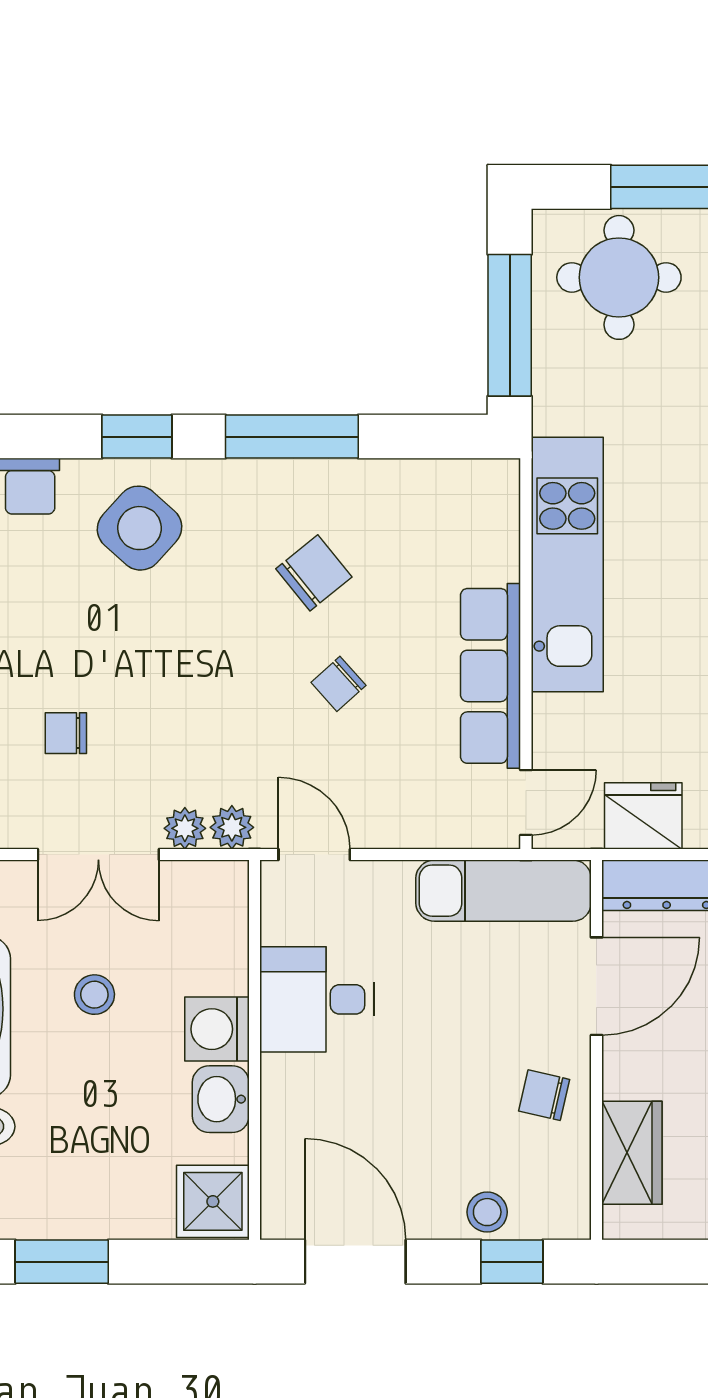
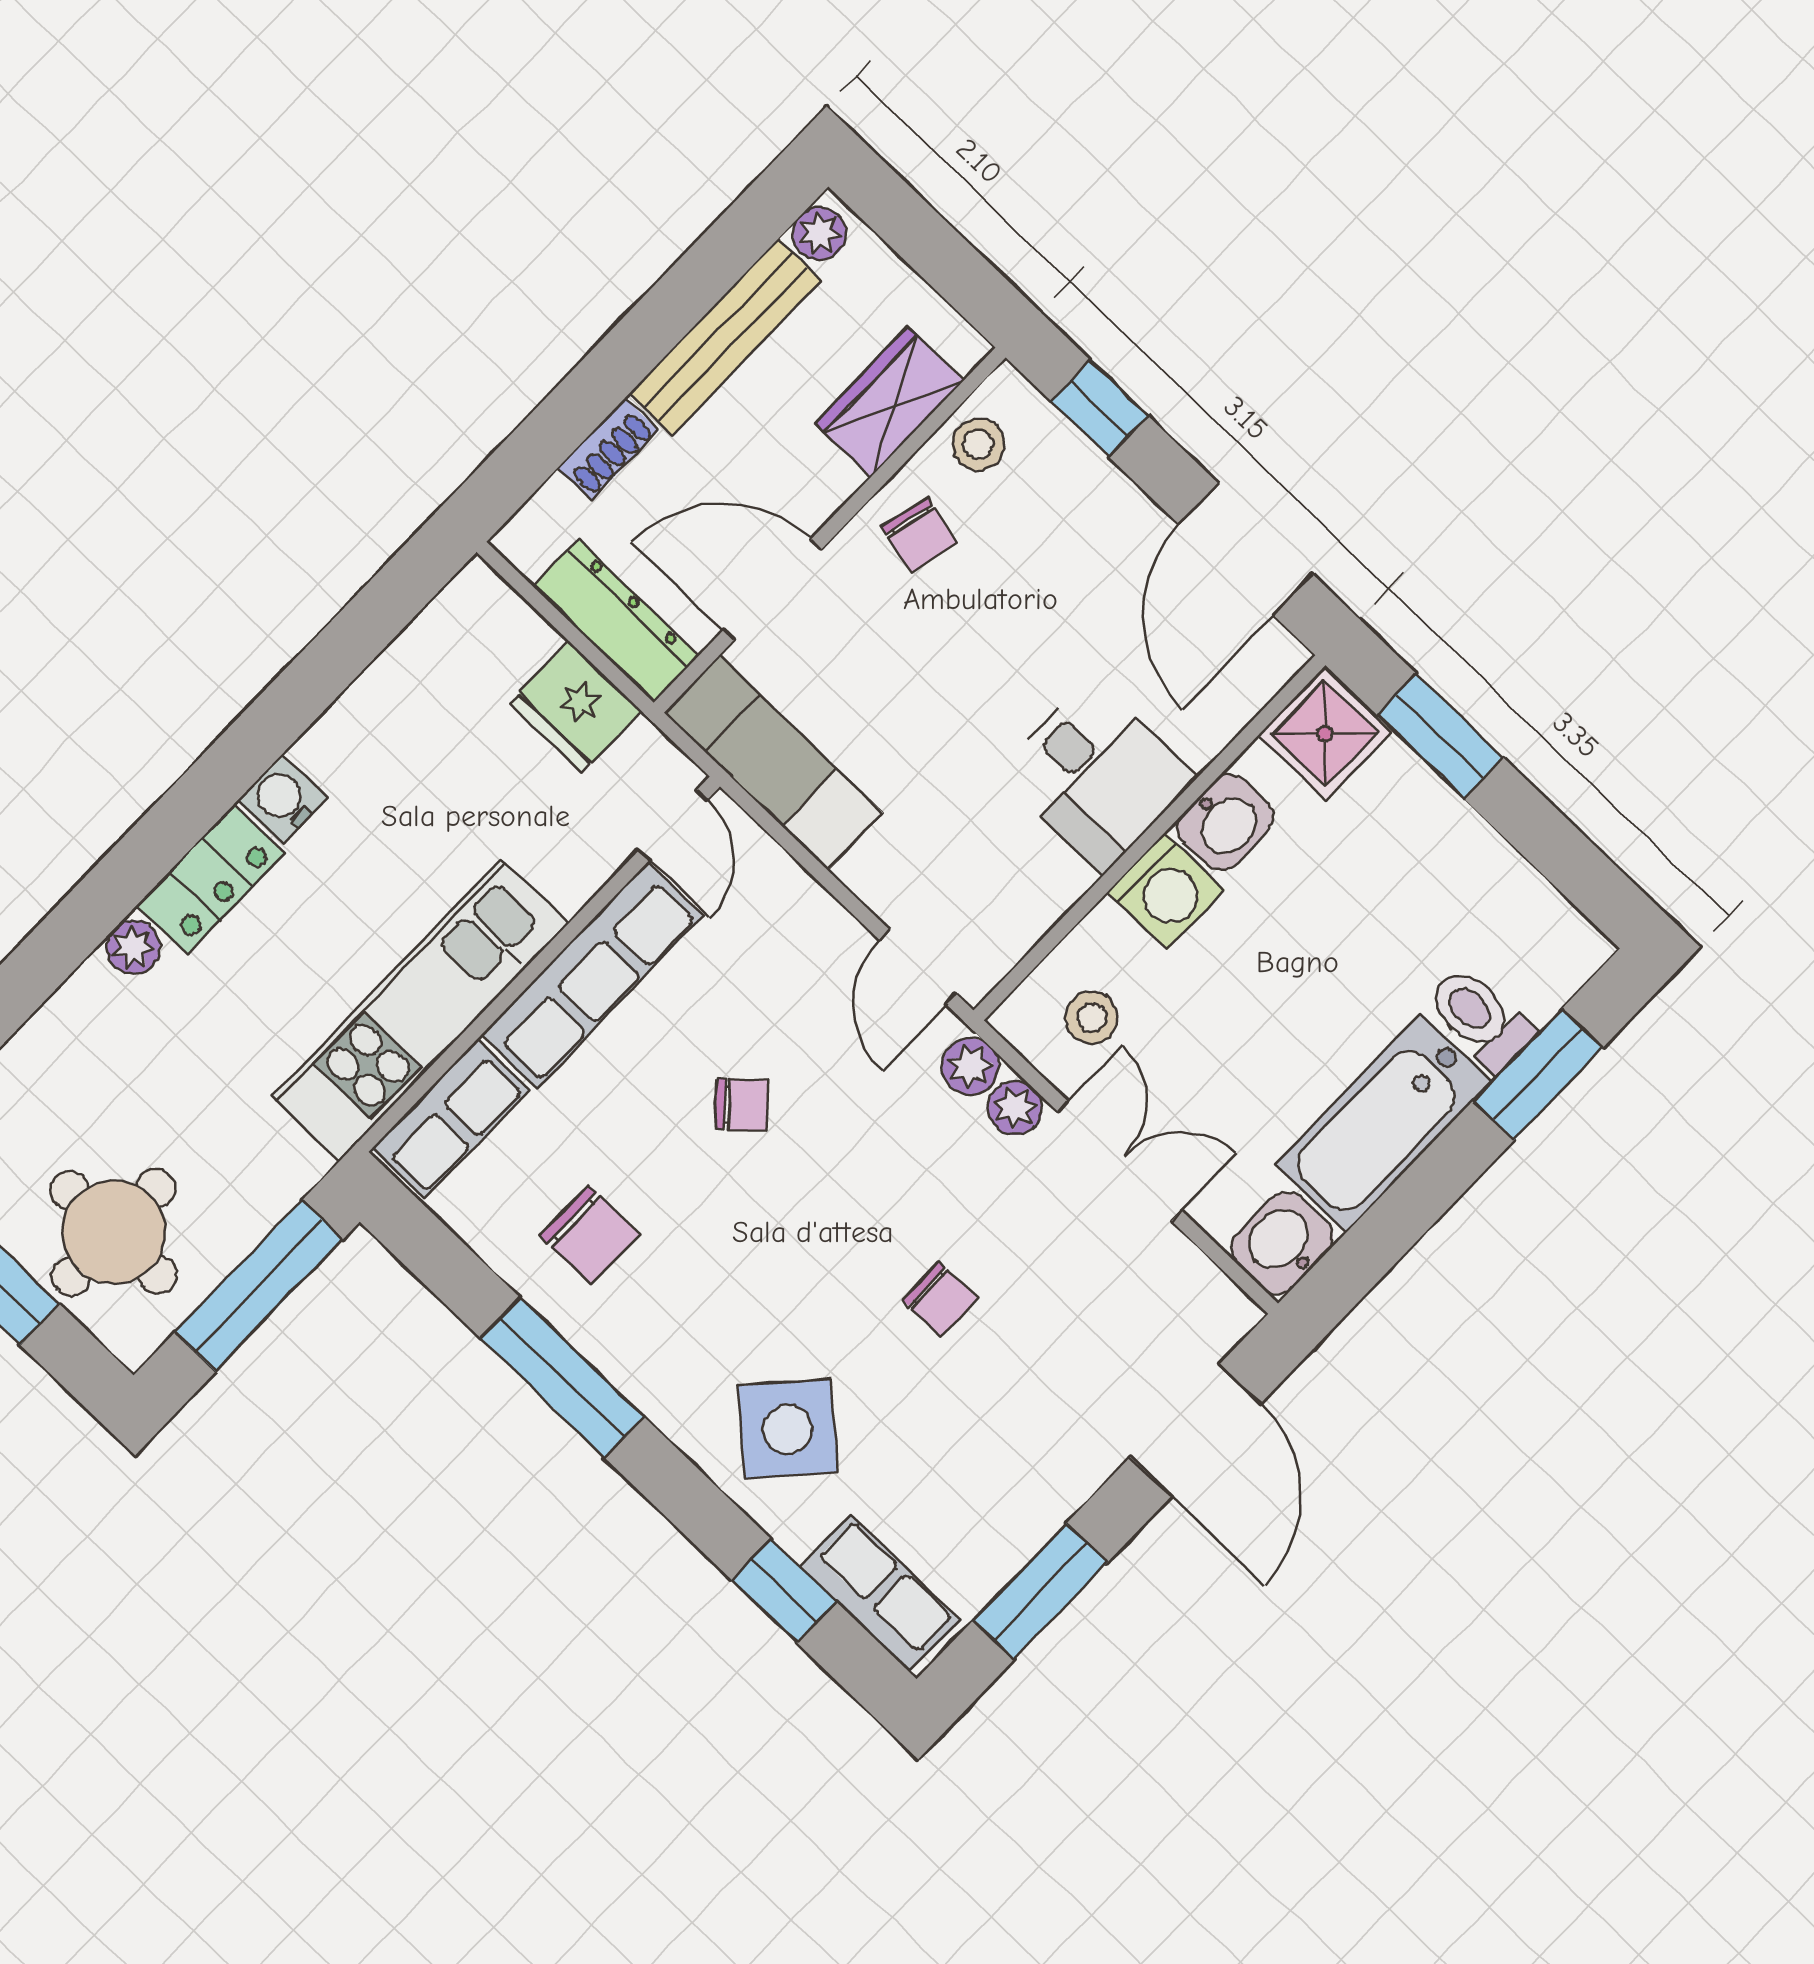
window: (137, 437) -> (784, 1591), moved
row of seats: (492, 520) -> (451, 1119), added
chair: (314, 573) -> (589, 1235), moved, turned -141
chair: (66, 733) -> (940, 1299), moved
door: (526, 802) -> (673, 825), swing flipped
stool: (94, 995) -> (1092, 1018), moved
desk: (317, 999) -> (1097, 775), moved
stool: (487, 1212) -> (978, 444), moved
window: (62, 1262) -> (1440, 736), moved

